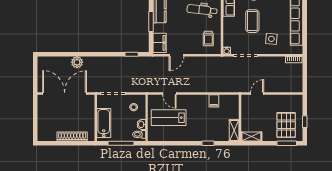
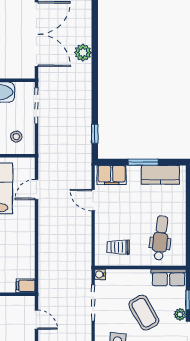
coffee table: (252, 21) -> (144, 313), turned 60
filing cabinet: (214, 101) -> (26, 286), moved

